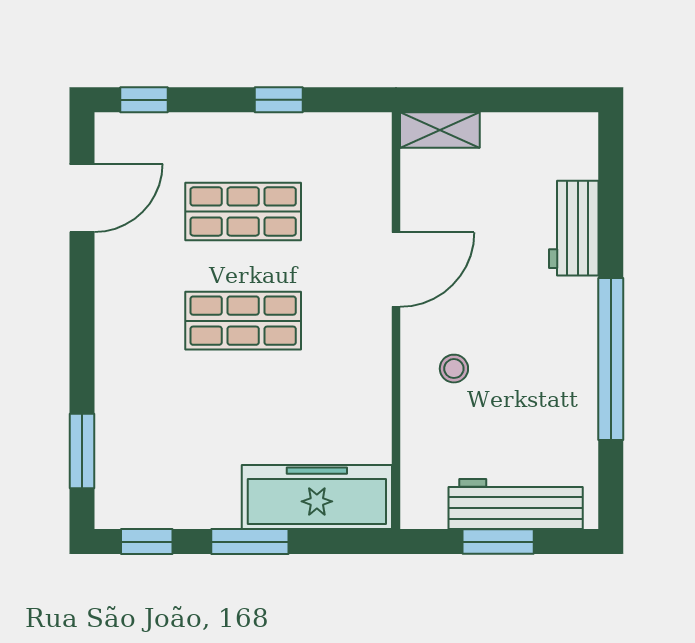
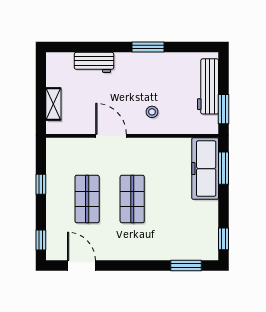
shelving: (440, 130) -> (53, 104), moved
window: (611, 359) -> (148, 47), width x0.47
window: (250, 542) -> (223, 168), moved
window: (498, 542) -> (223, 109), moved

